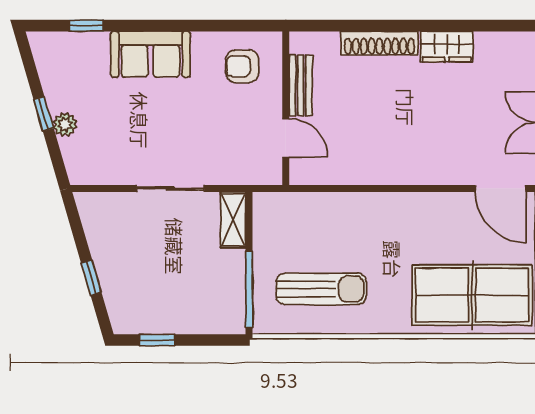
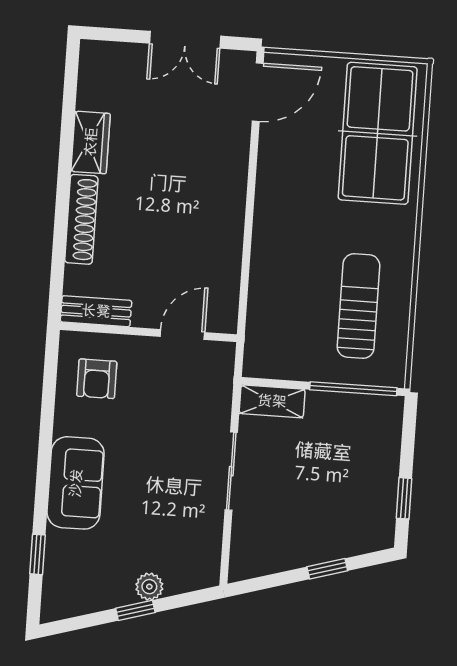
bench: (301, 85) -> (96, 311), moved

